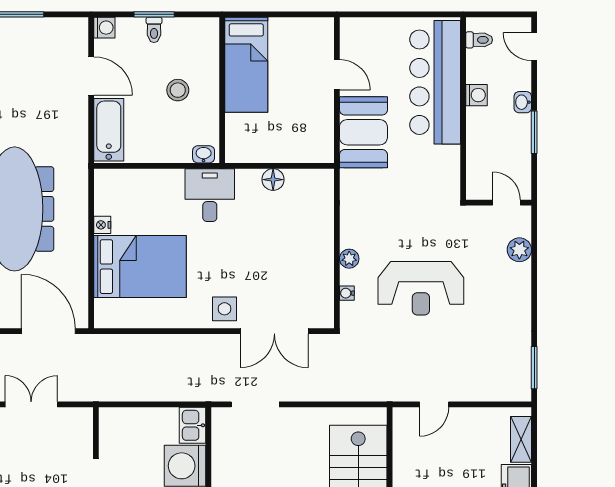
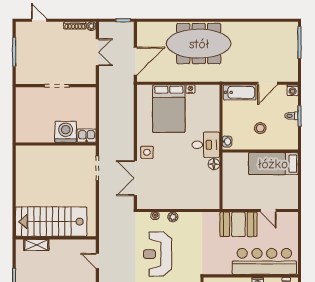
door: (337, 75) -> (268, 211), hinge flipped
floor lamp: (273, 180) -> (214, 164), moved

